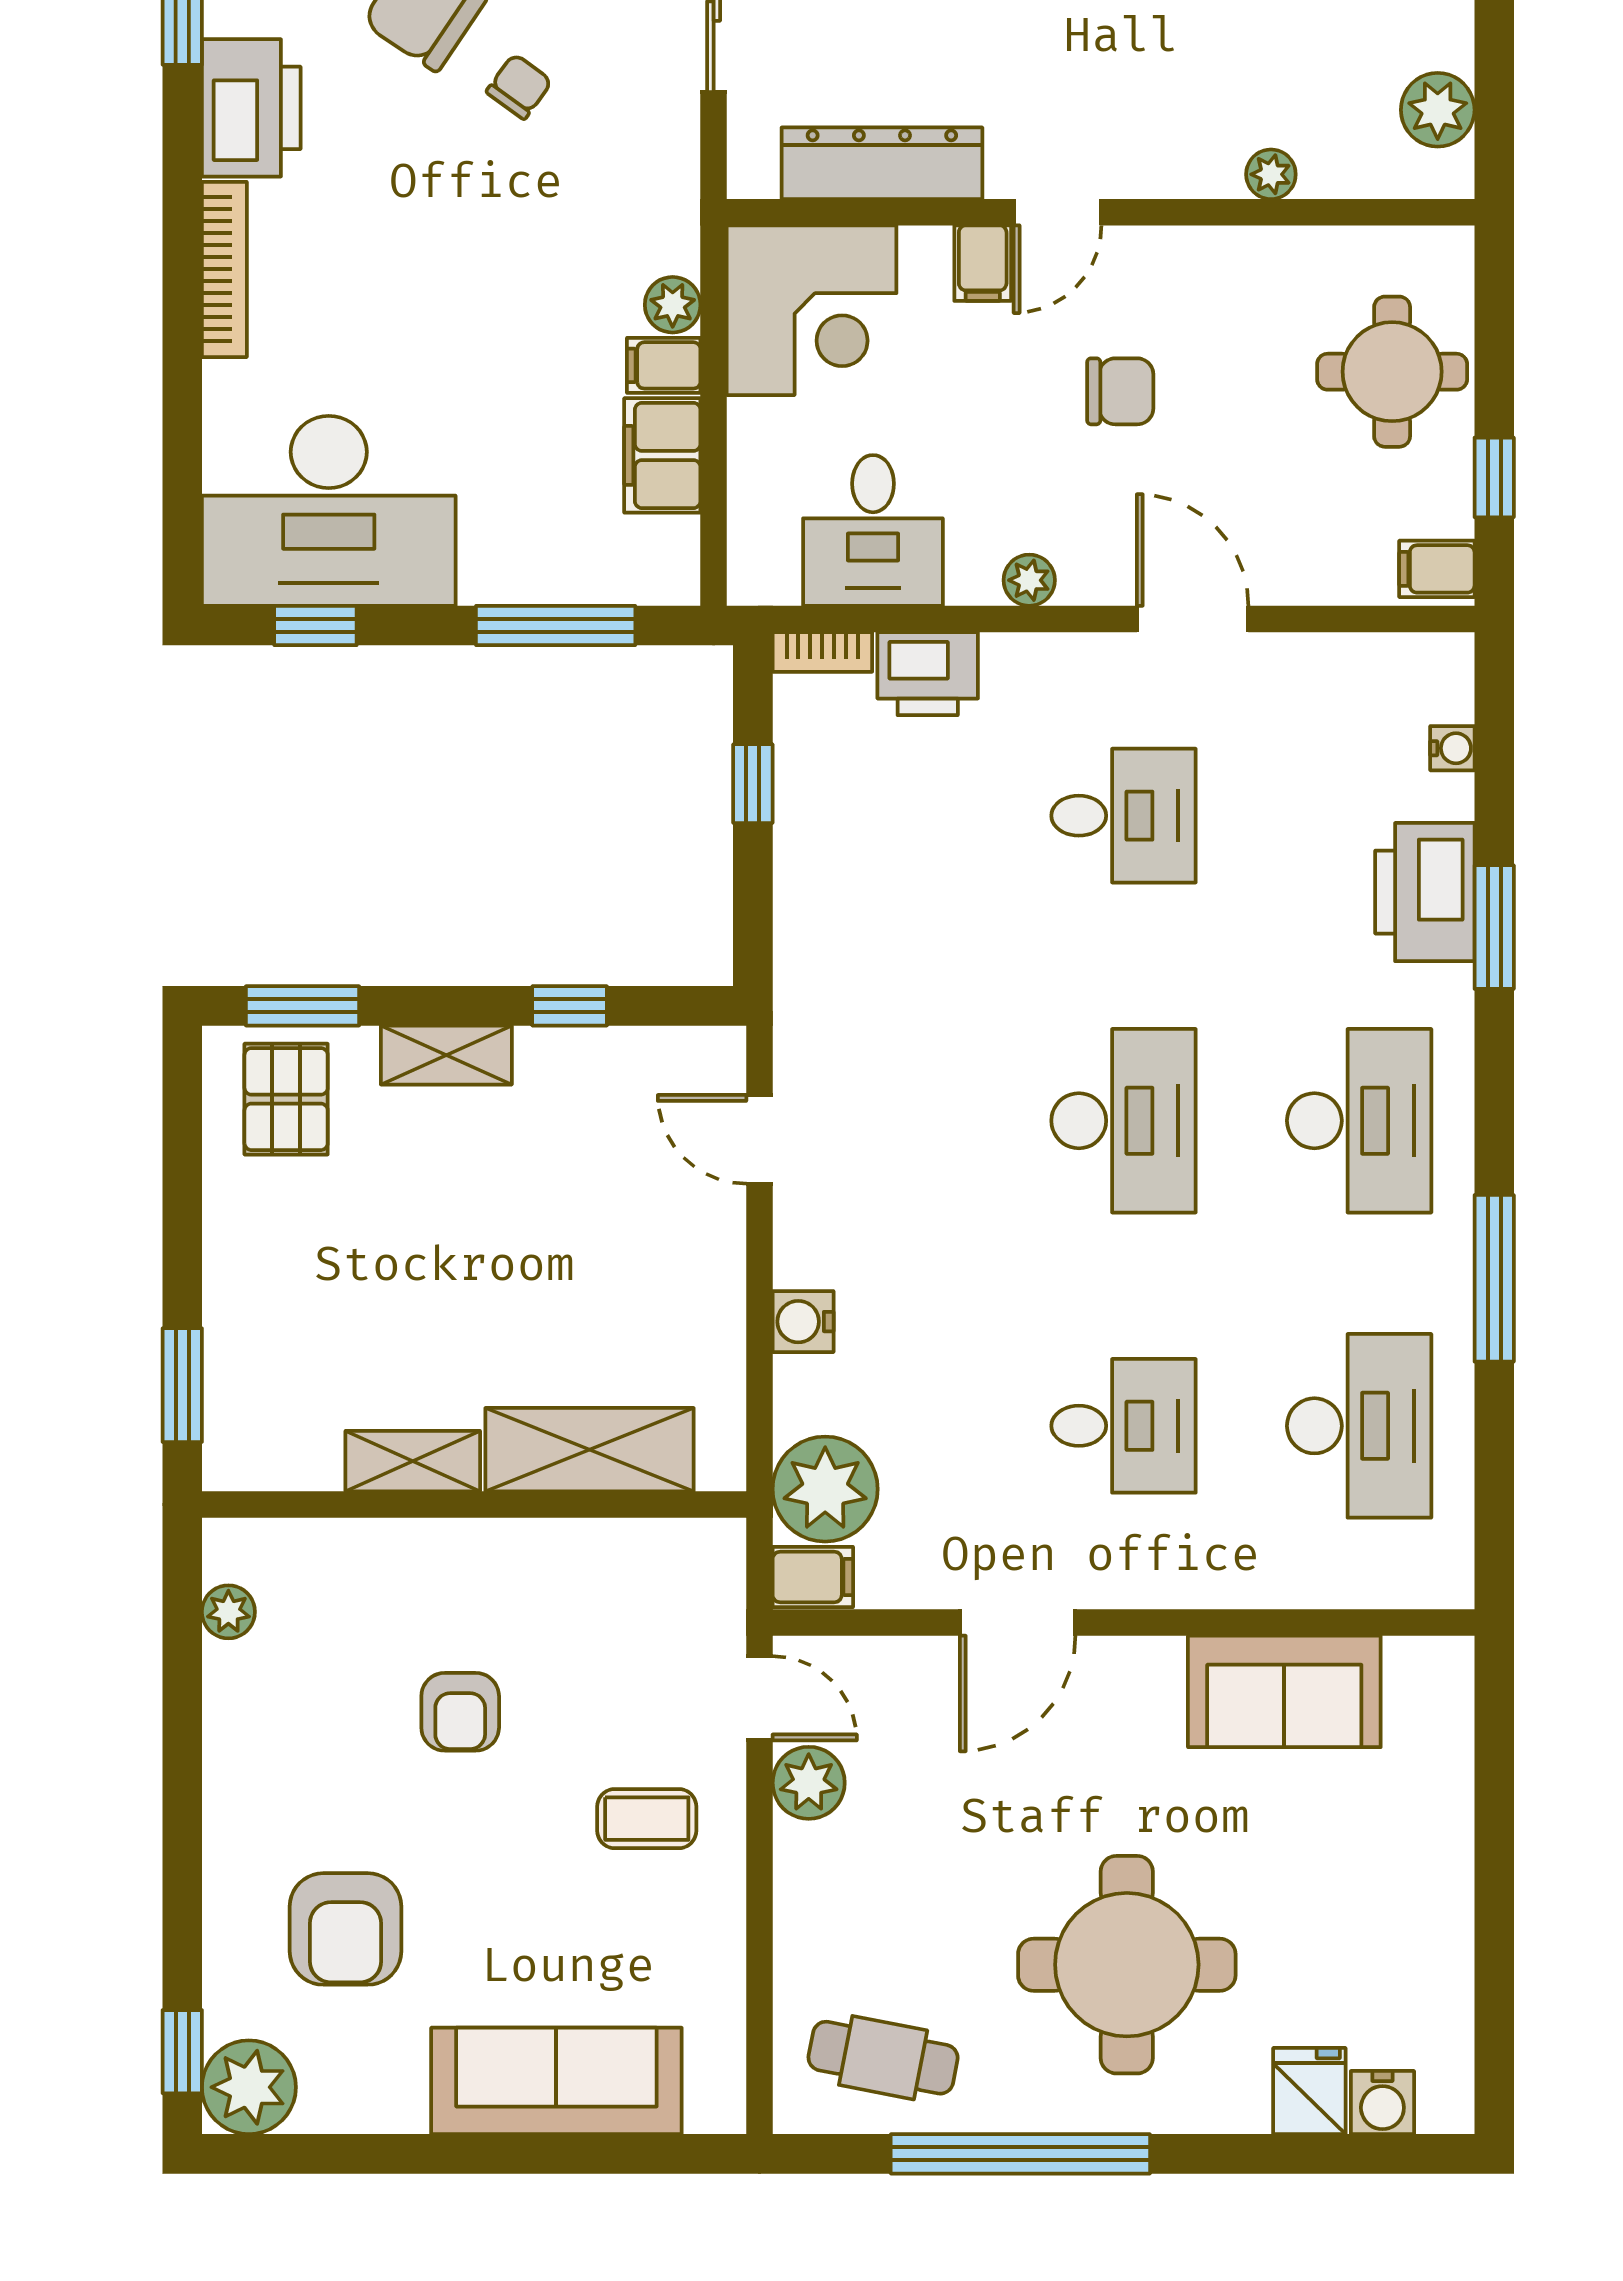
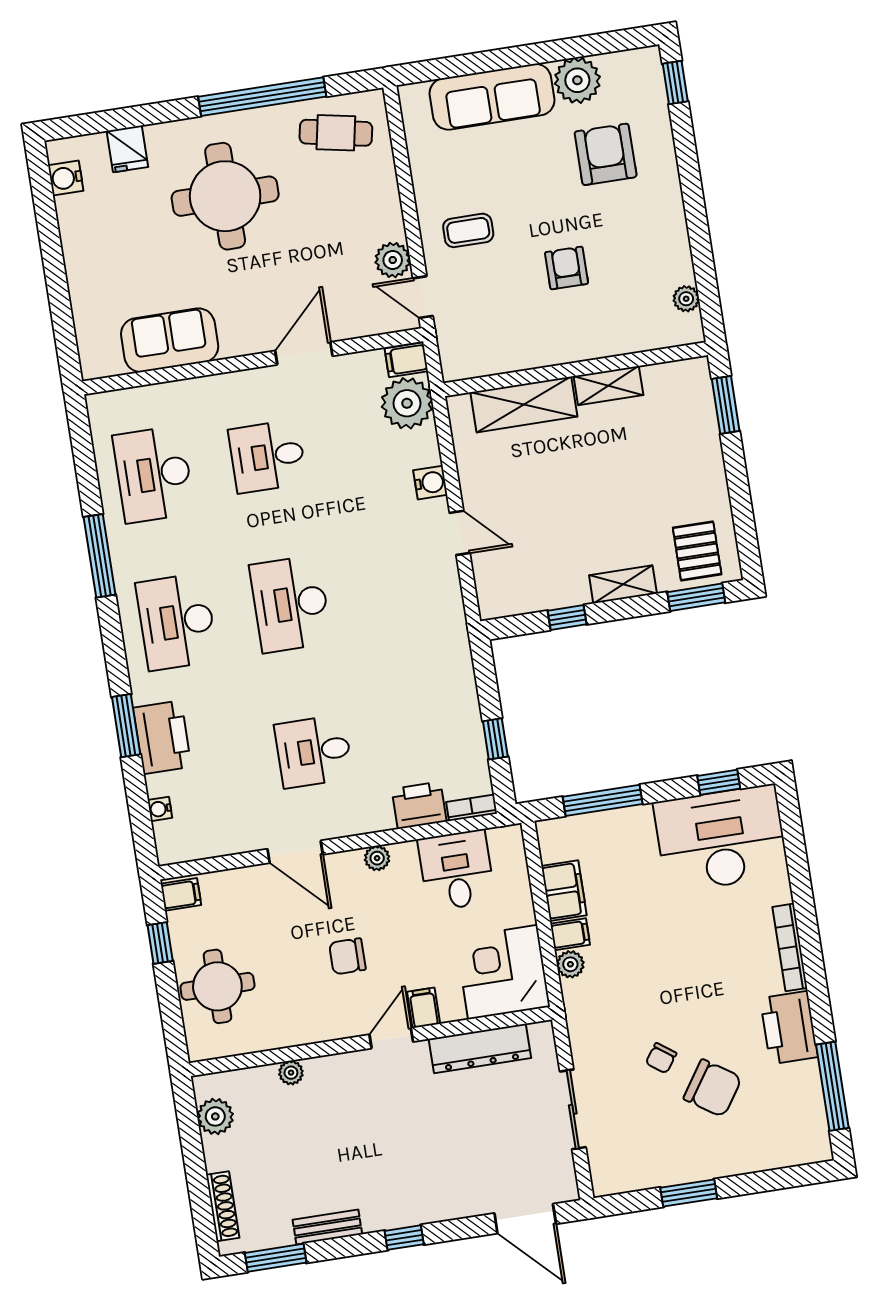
door: (759, 1139) -> (460, 533), moved
plant: (249, 2087) -> (577, 80), moved
water cooler: (1382, 2103) -> (66, 178), moved, turned -90

